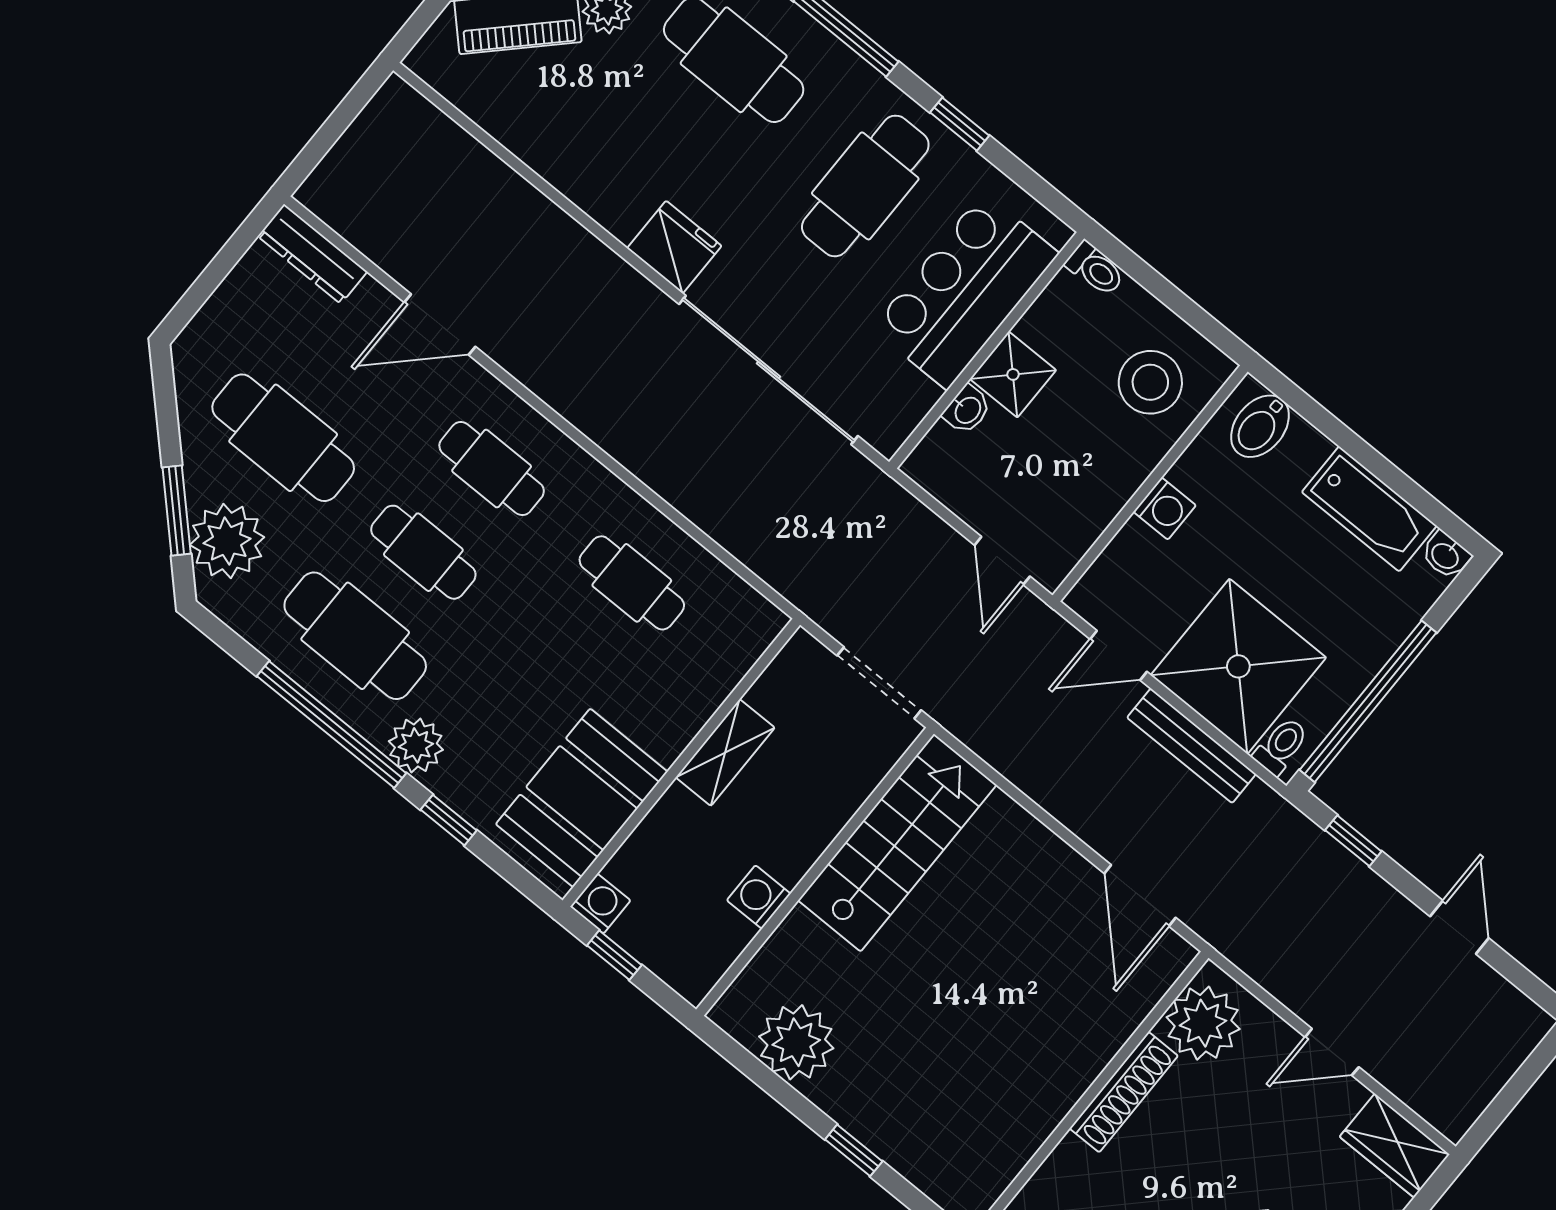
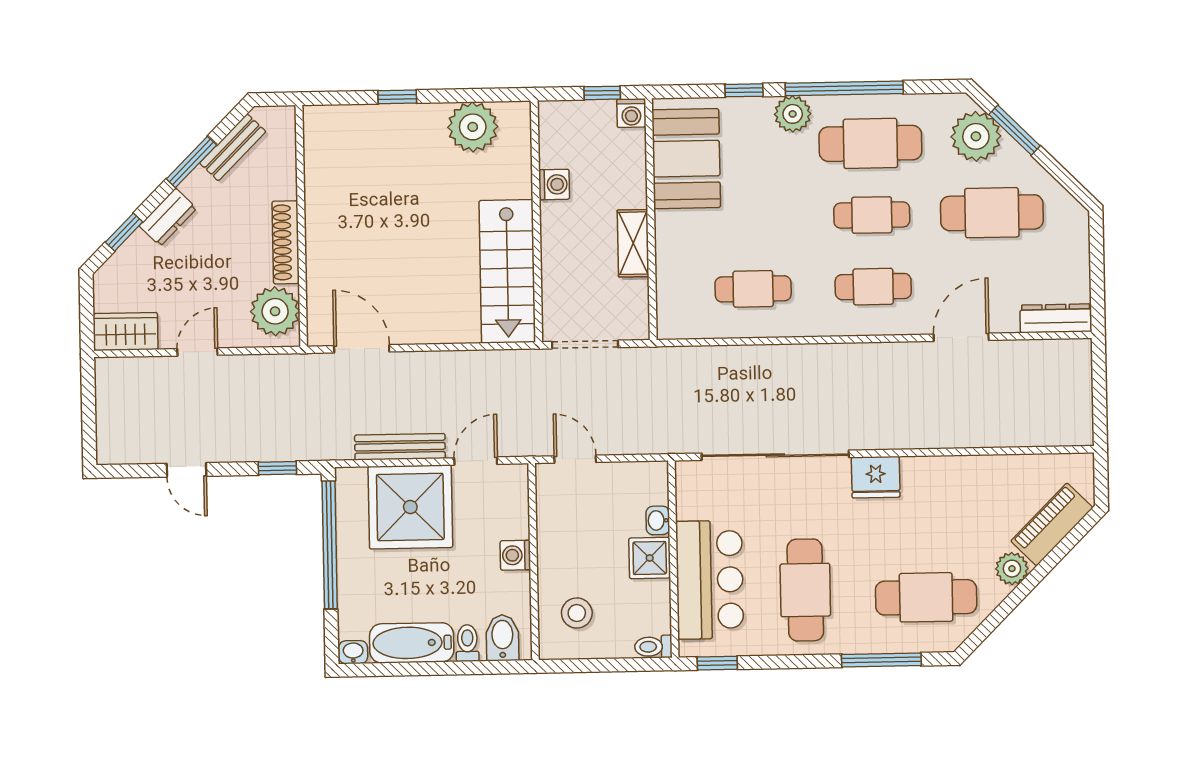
window: (960, 124) -> (717, 663), moved
stool: (1150, 382) -> (577, 613), width x0.73, depth x0.73
toilet: (1281, 746) -> (467, 643), moved, turned 180

